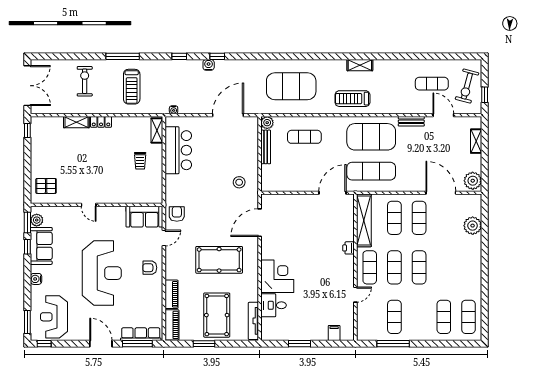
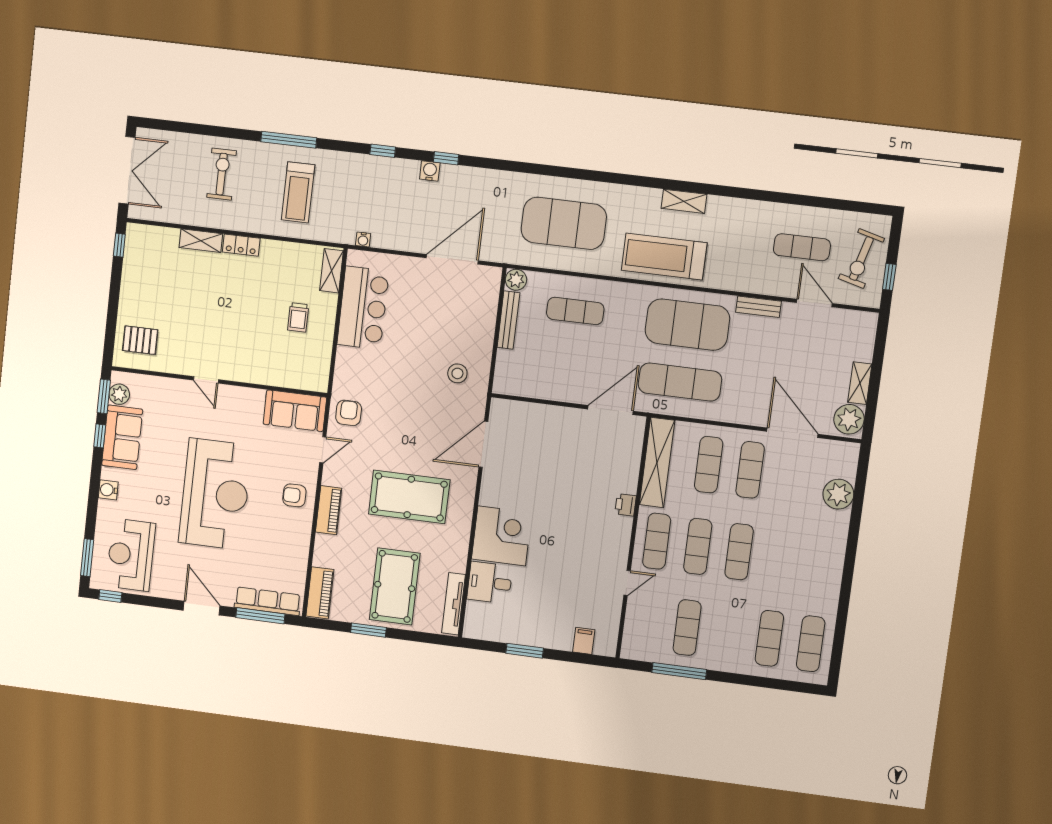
treadmill: (352, 99) -> (664, 257), width x1.37, depth x1.38
shelving: (476, 141) -> (860, 383), moved
piano: (171, 294) -> (329, 510), moved

